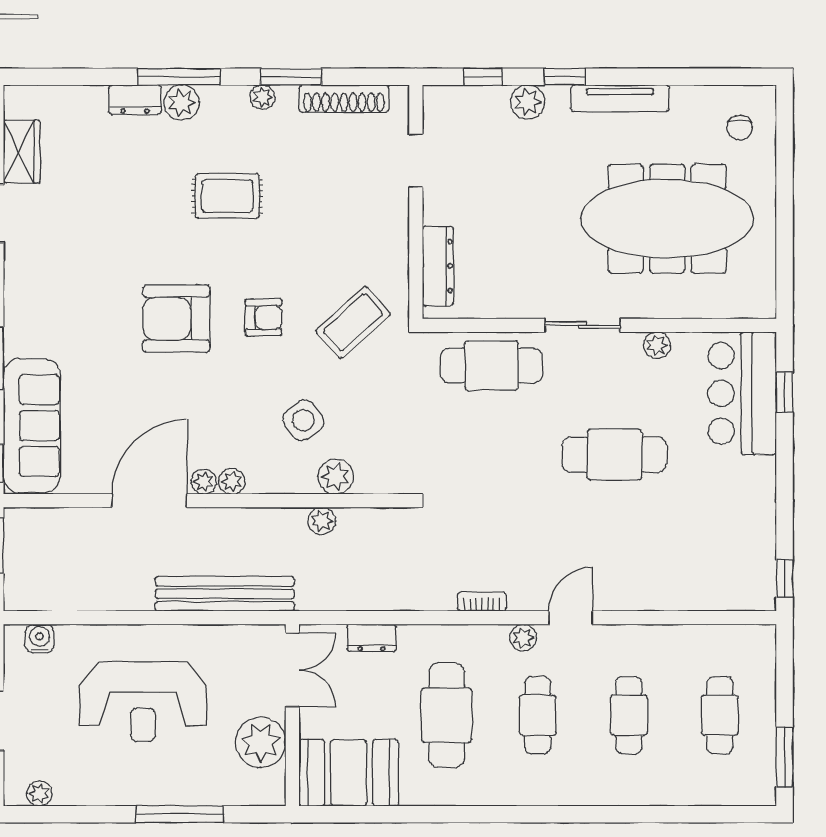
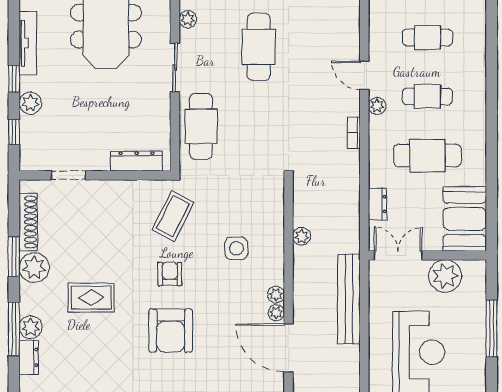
plant: (263, 97) -> (34, 268), width x1.87, depth x1.87
rug: (227, 196) -> (91, 297), turned 90
coffee table: (353, 322) -> (173, 216), turned 69
side table: (303, 420) -> (236, 248), turned 37
plant: (336, 477) -> (273, 227), removed

